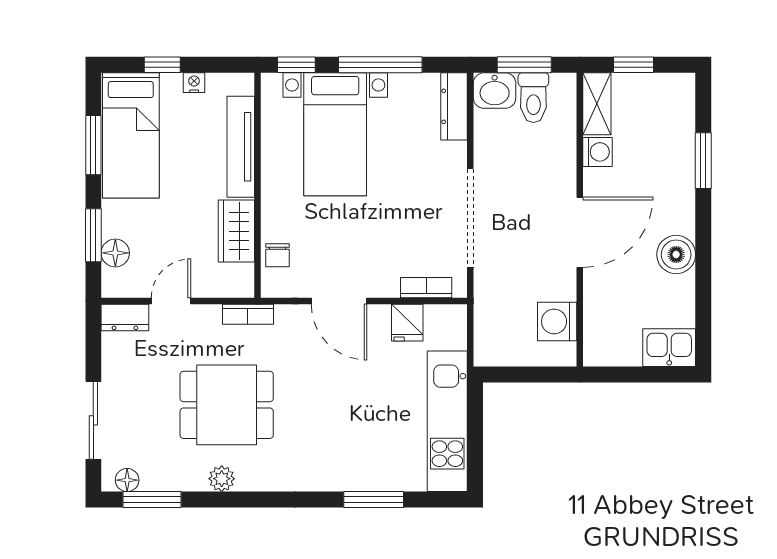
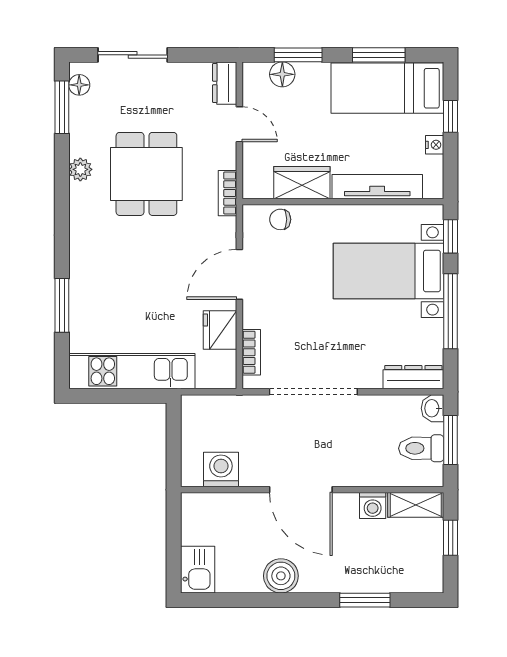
washbasin: (495, 91) -> (432, 408), width x0.72, depth x0.69
fridge: (407, 323) -> (220, 330), width x1.38

